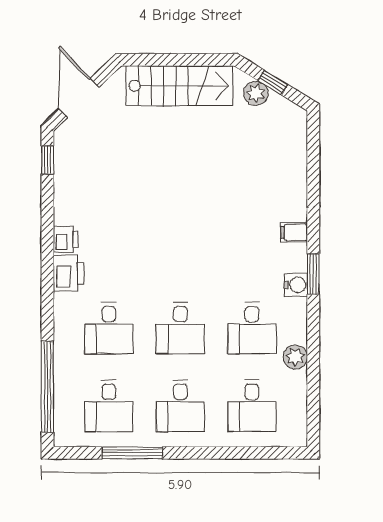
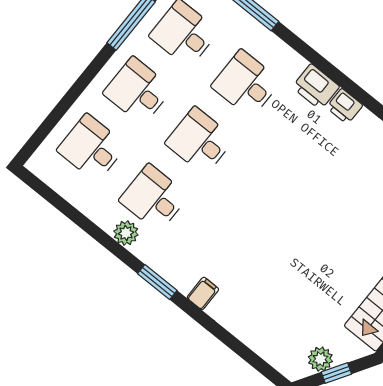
plant: (256, 93) -> (320, 359), moved
water cooler: (296, 285) -> (160, 261), removed
plant: (295, 357) -> (126, 233), moved

